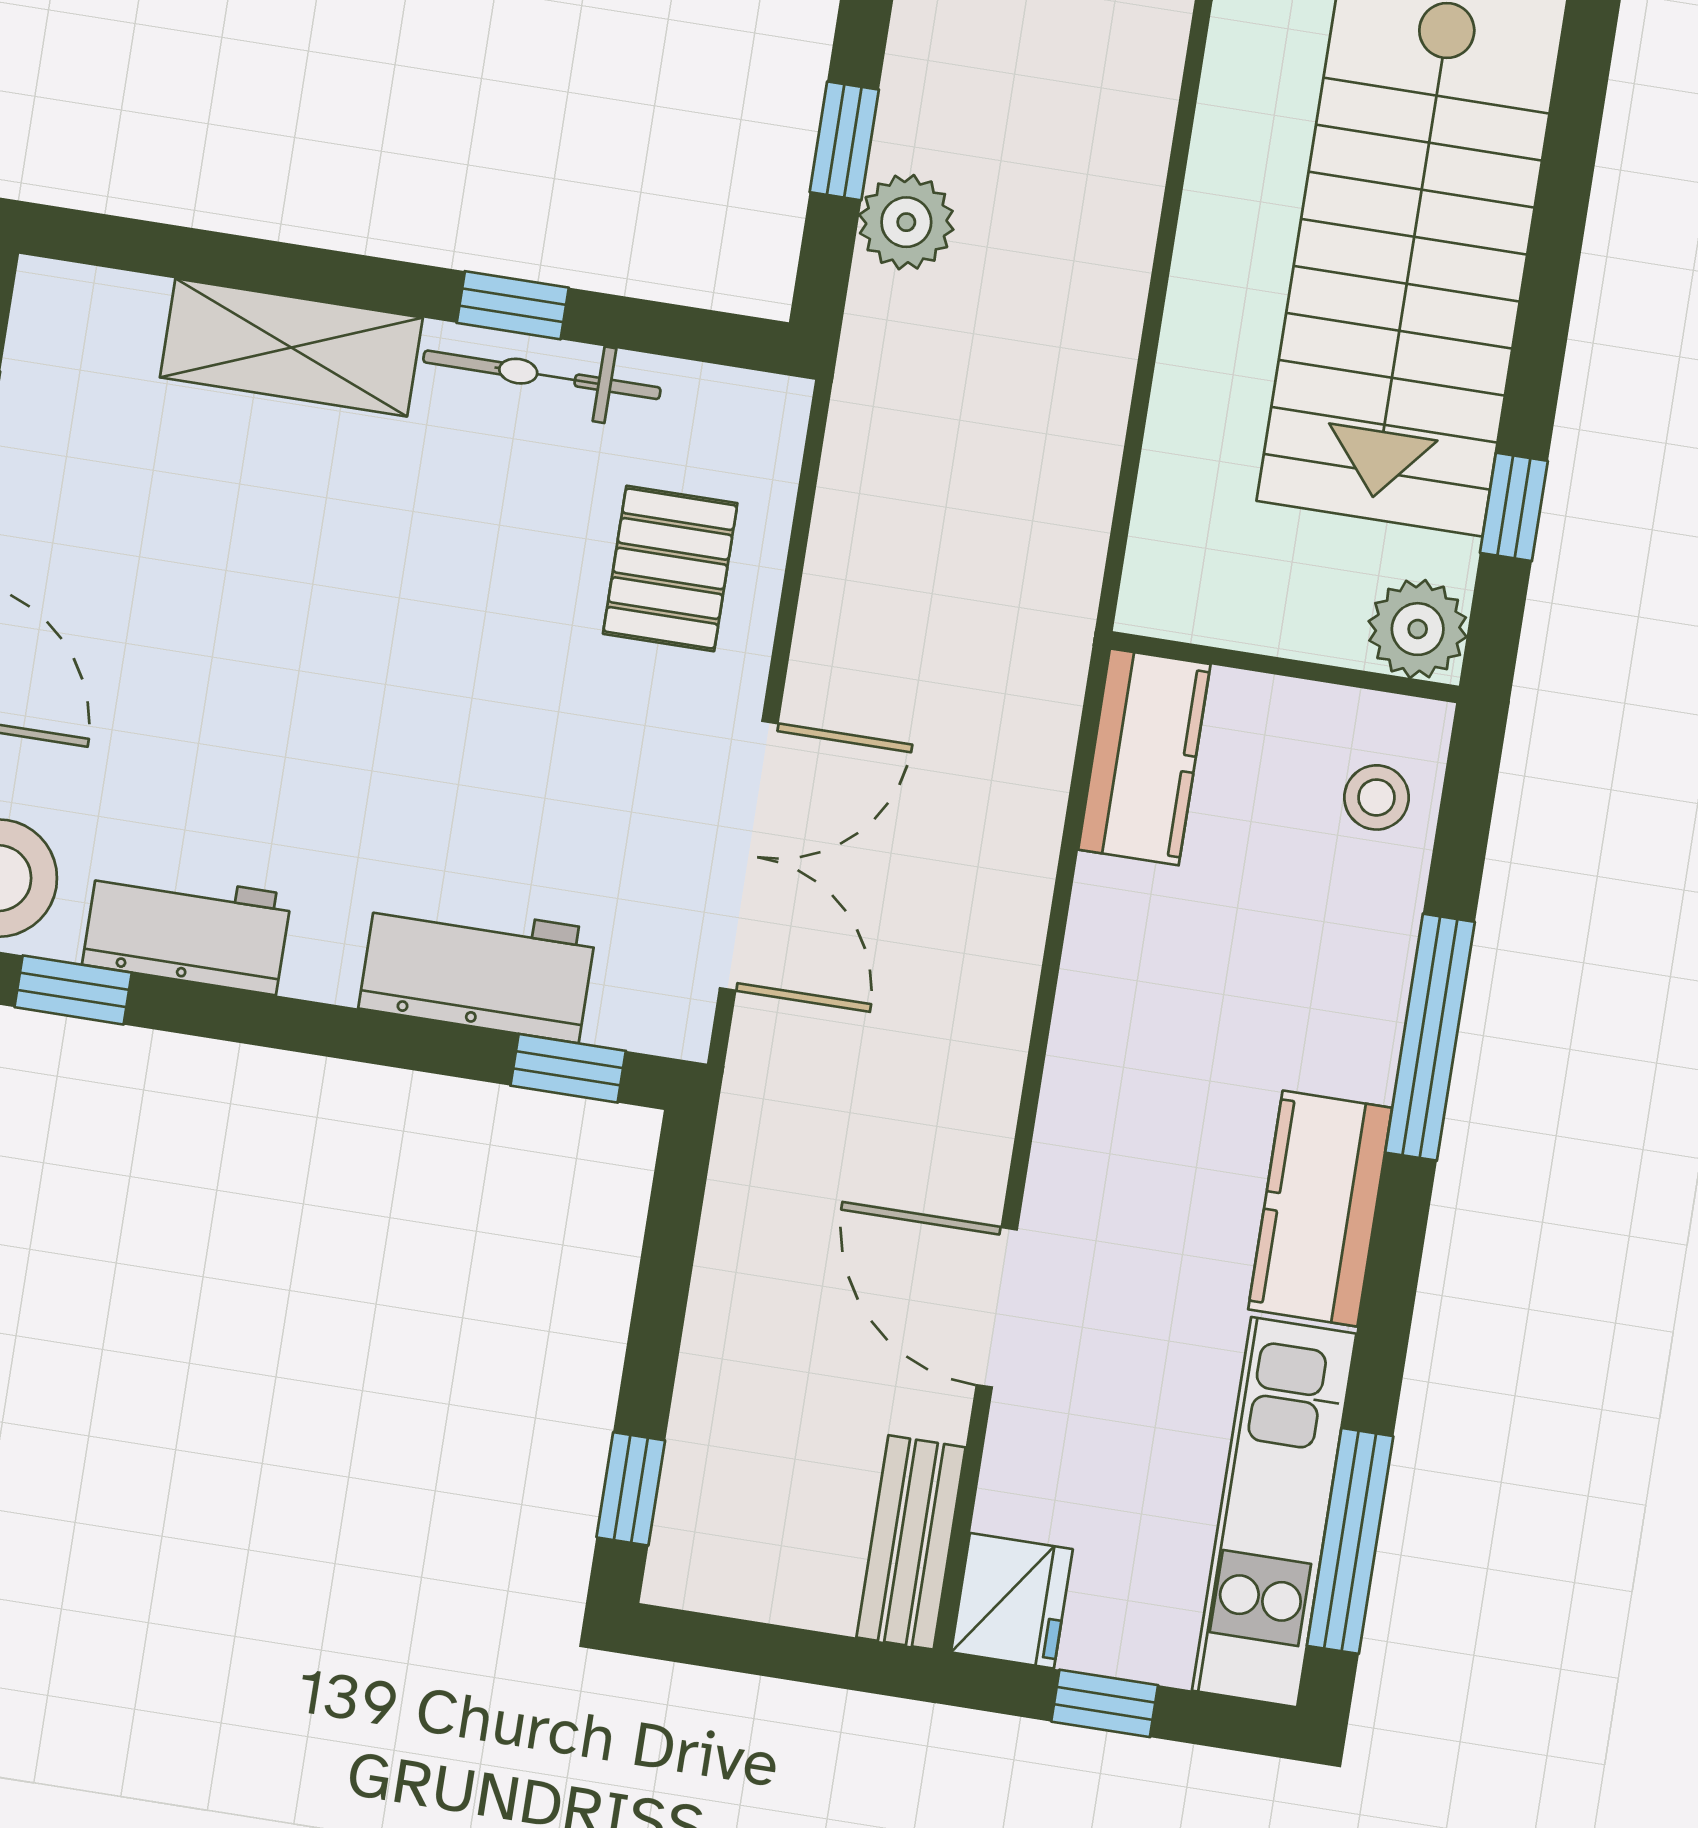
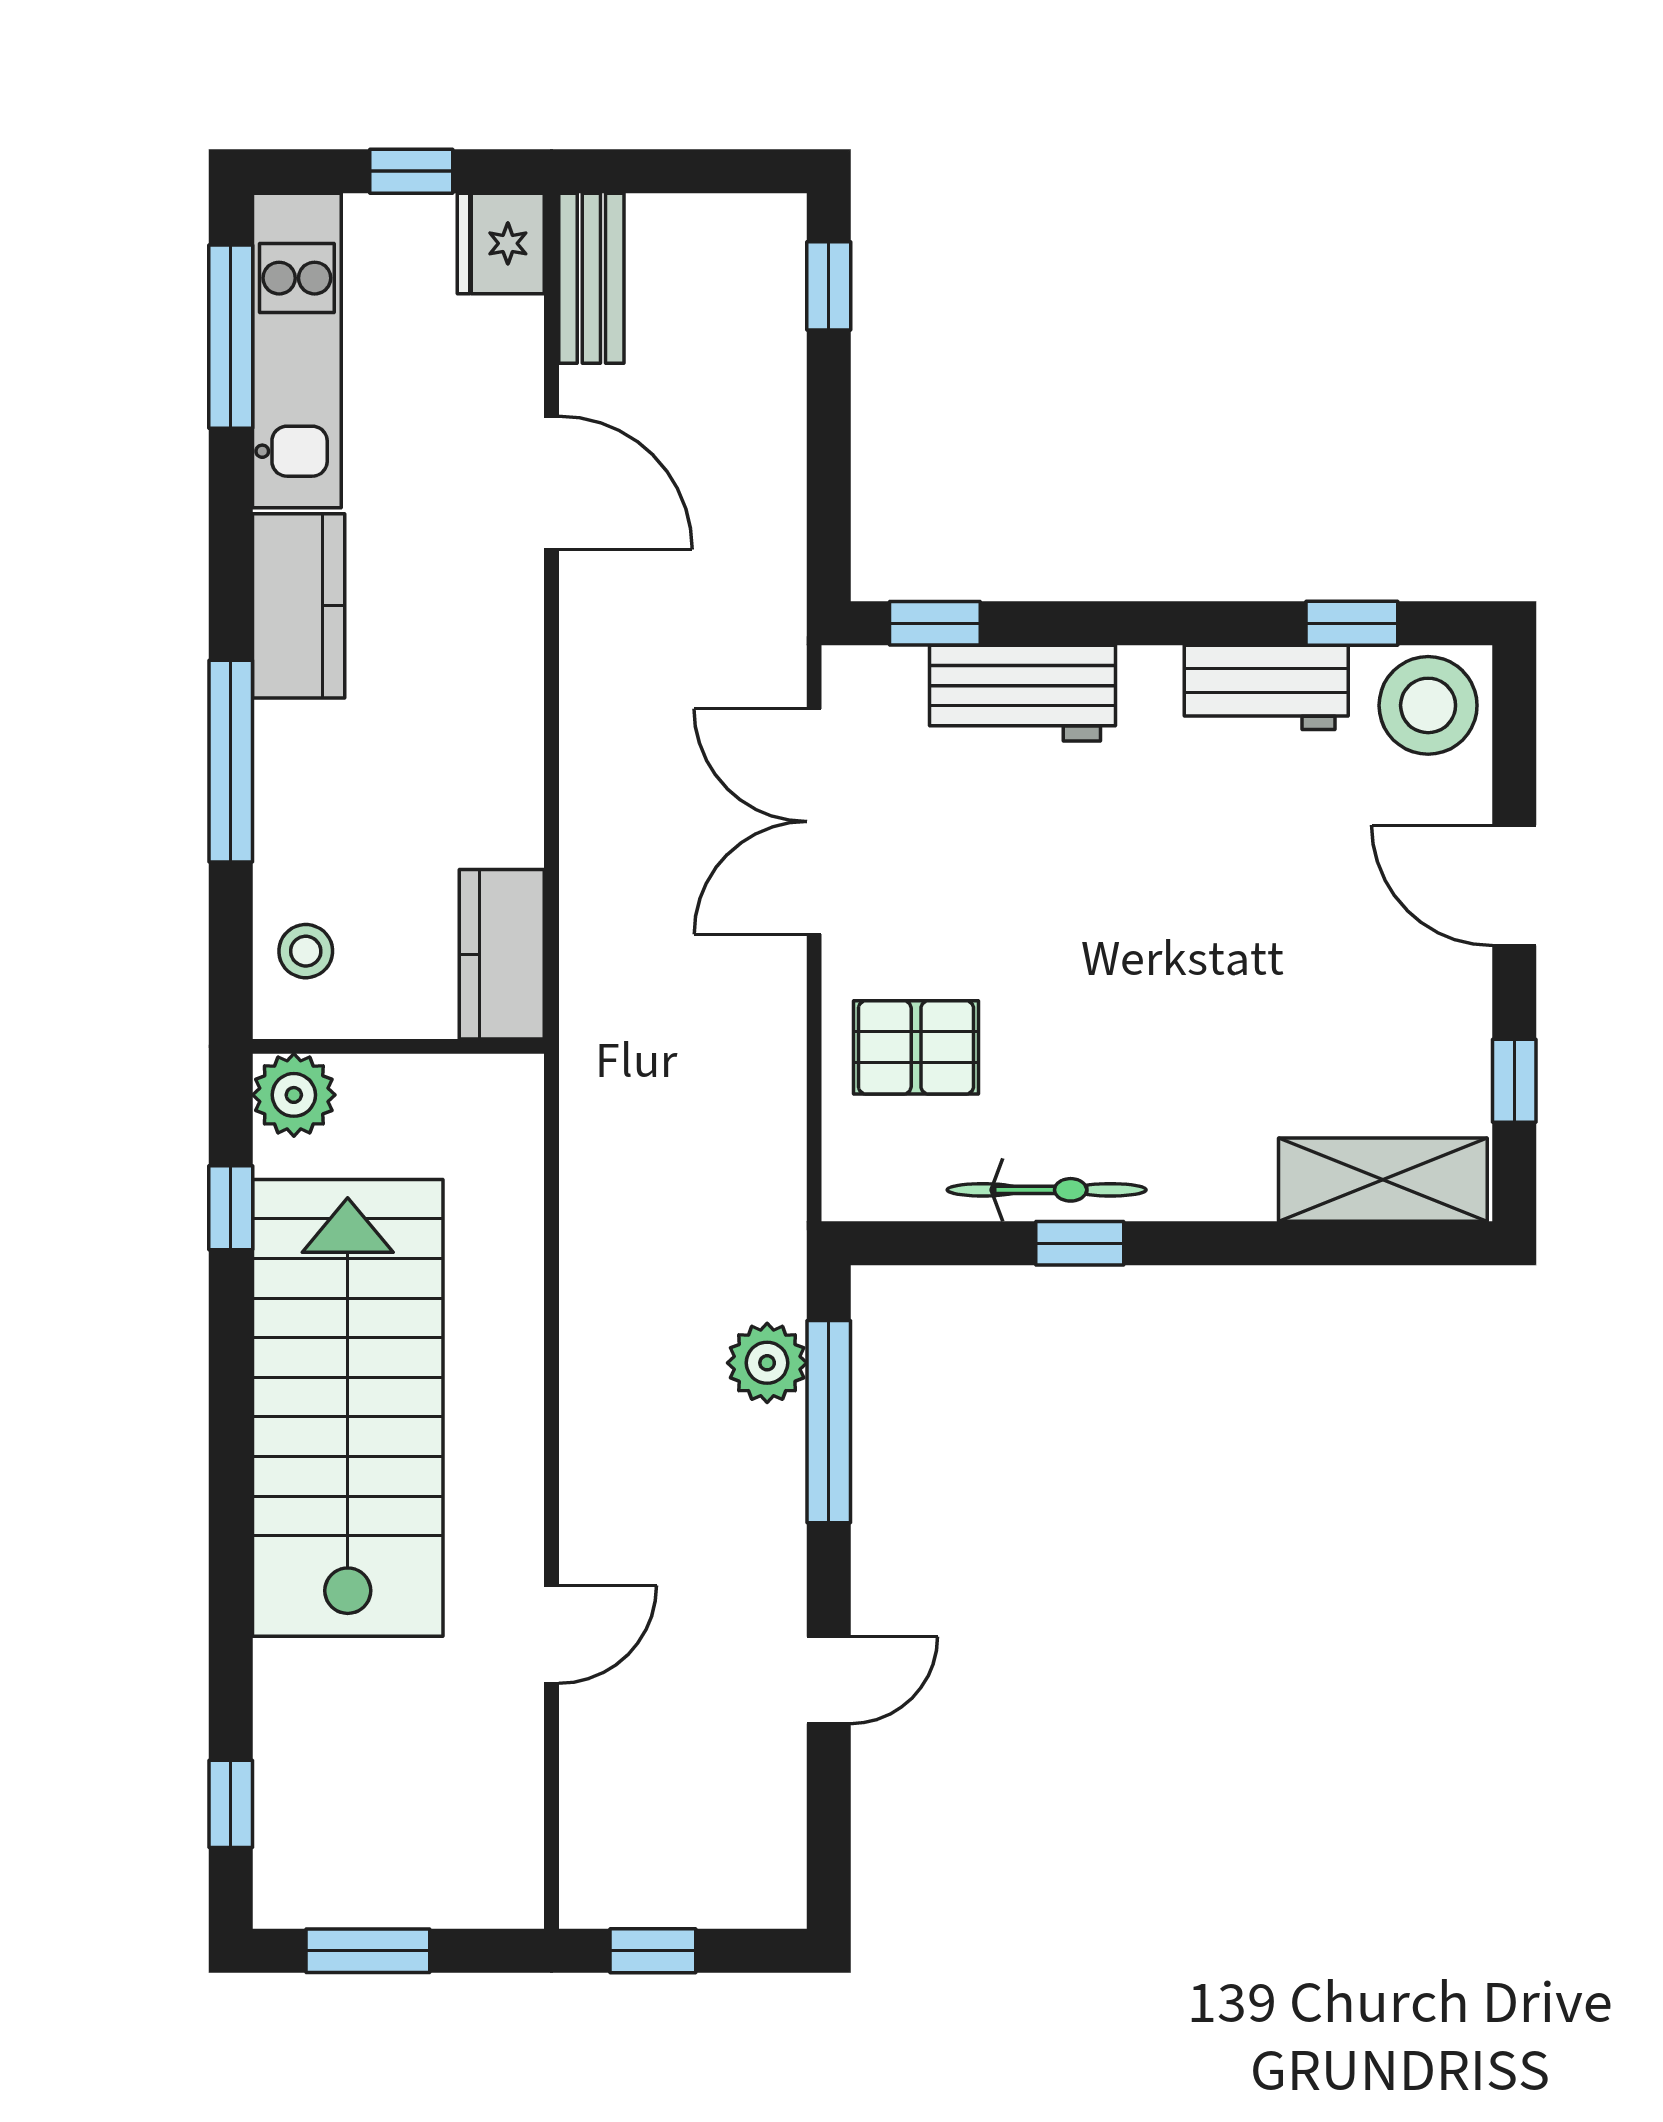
window: (844, 141) -> (829, 1422), width x2.17
shelving: (291, 348) -> (1383, 1180), moved
pallet: (670, 568) -> (916, 1047), turned 90

